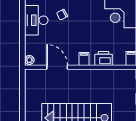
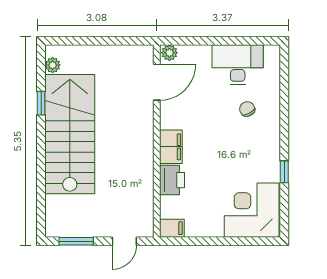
filing cabinet: (84, 59) -> (171, 147), width x2.00
door: (57, 67) -> (157, 82), moved

